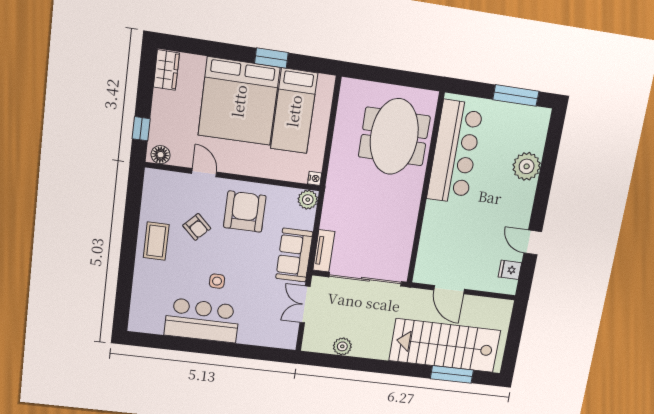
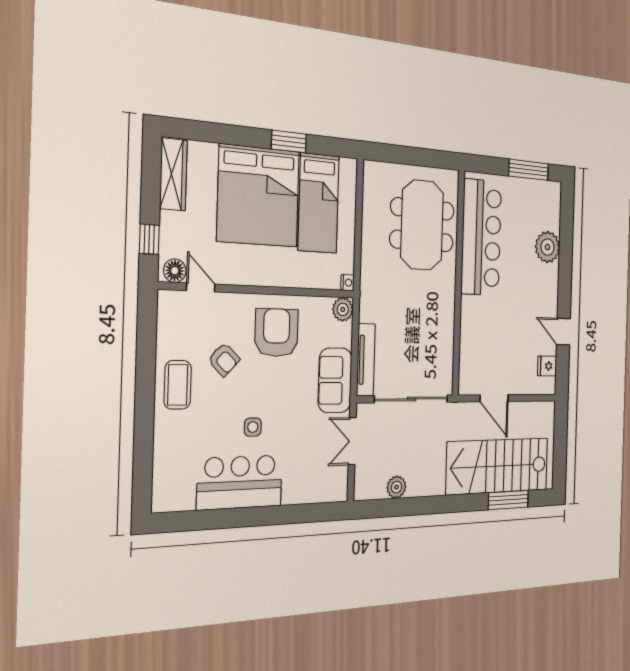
wardrobe: (166, 70) -> (173, 174), width x1.50
door: (204, 173) -> (201, 287), moved
tv unit: (324, 251) -> (366, 360), width x1.41

